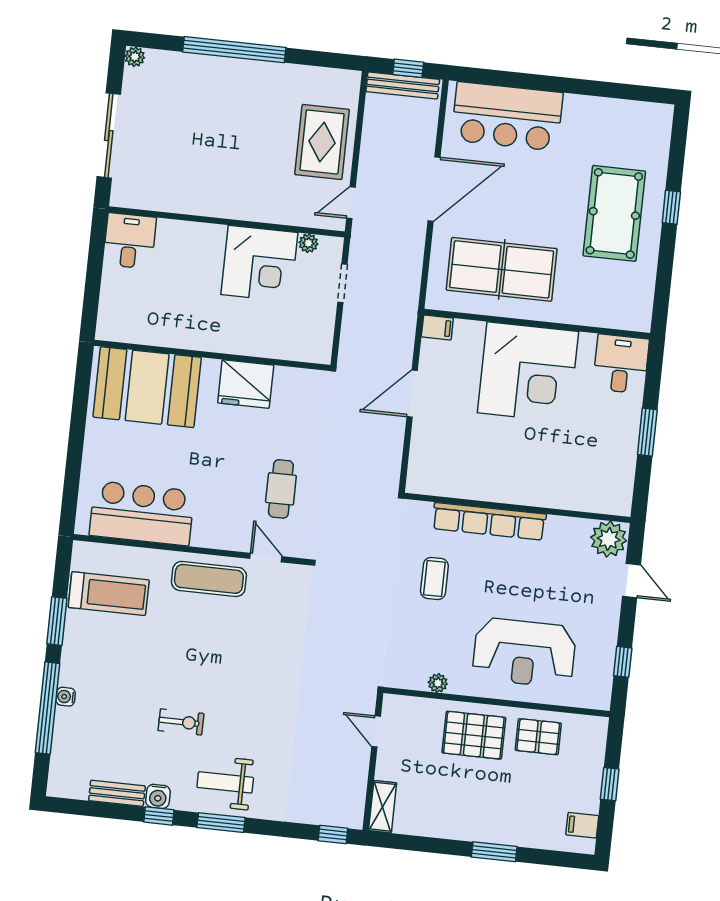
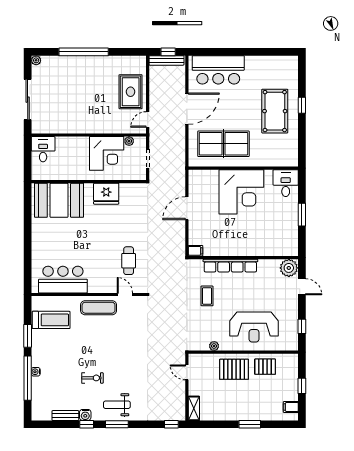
filing cabinet: (437, 327) -> (196, 251), moved
wall: (212, 355) -> (89, 182), moved
fridge: (246, 384) -> (106, 194), moved
booth: (147, 387) -> (59, 200), moved

